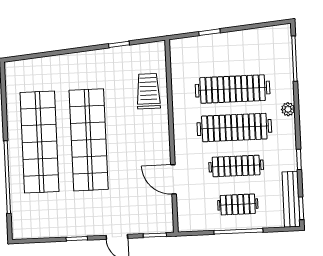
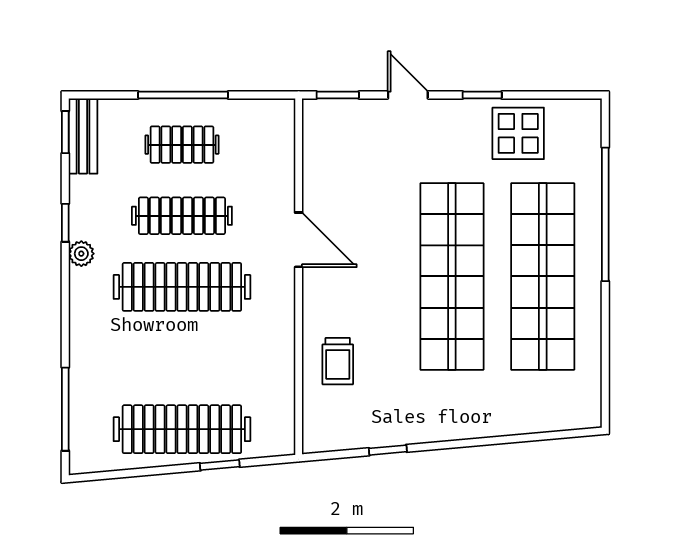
clothes rail: (233, 89) -> (182, 429), moved
trolley: (148, 91) -> (338, 361), width x0.73, depth x0.72
plant: (288, 109) -> (81, 254), moved
door: (173, 179) -> (299, 240), moved
bench: (291, 199) -> (83, 136), width x0.73
display table: (56, 219) -> (518, 133), added

